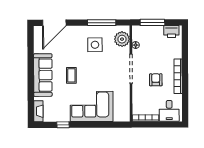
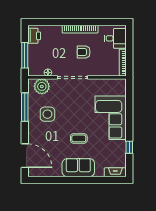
sofa: (43, 75) -> (78, 168), width x0.73

